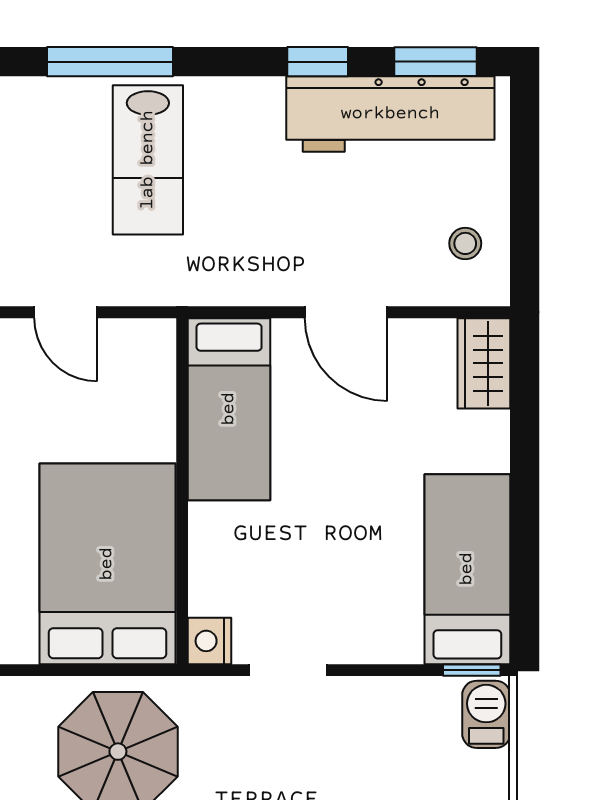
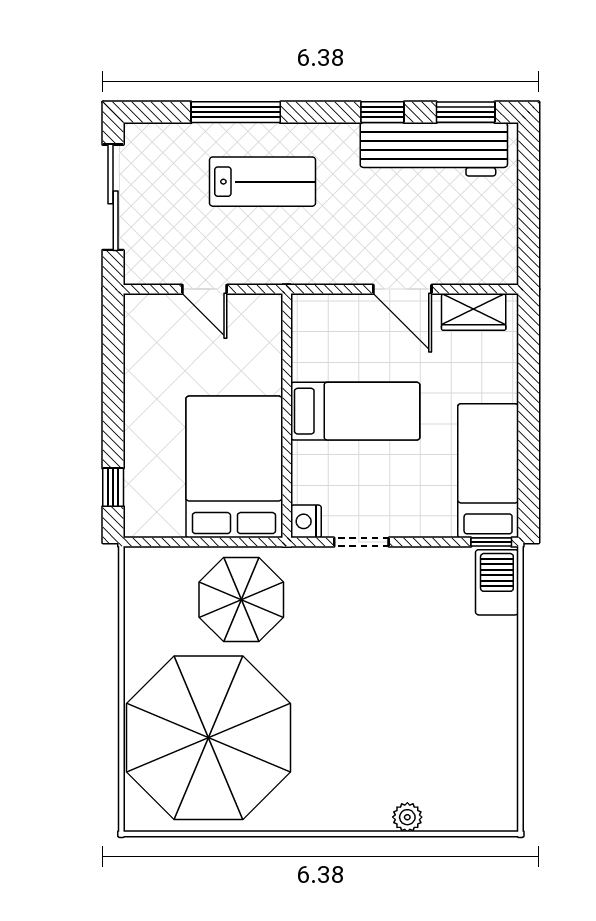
lab bench: (148, 160) -> (263, 182), turned -90
stool: (465, 243) -> (487, 241), removed
wardrobe: (484, 363) -> (474, 312), moved, turned -90
bed: (229, 409) -> (355, 411), moved, turned -90
barbecue: (486, 714) -> (497, 582), width x1.38, depth x1.27

